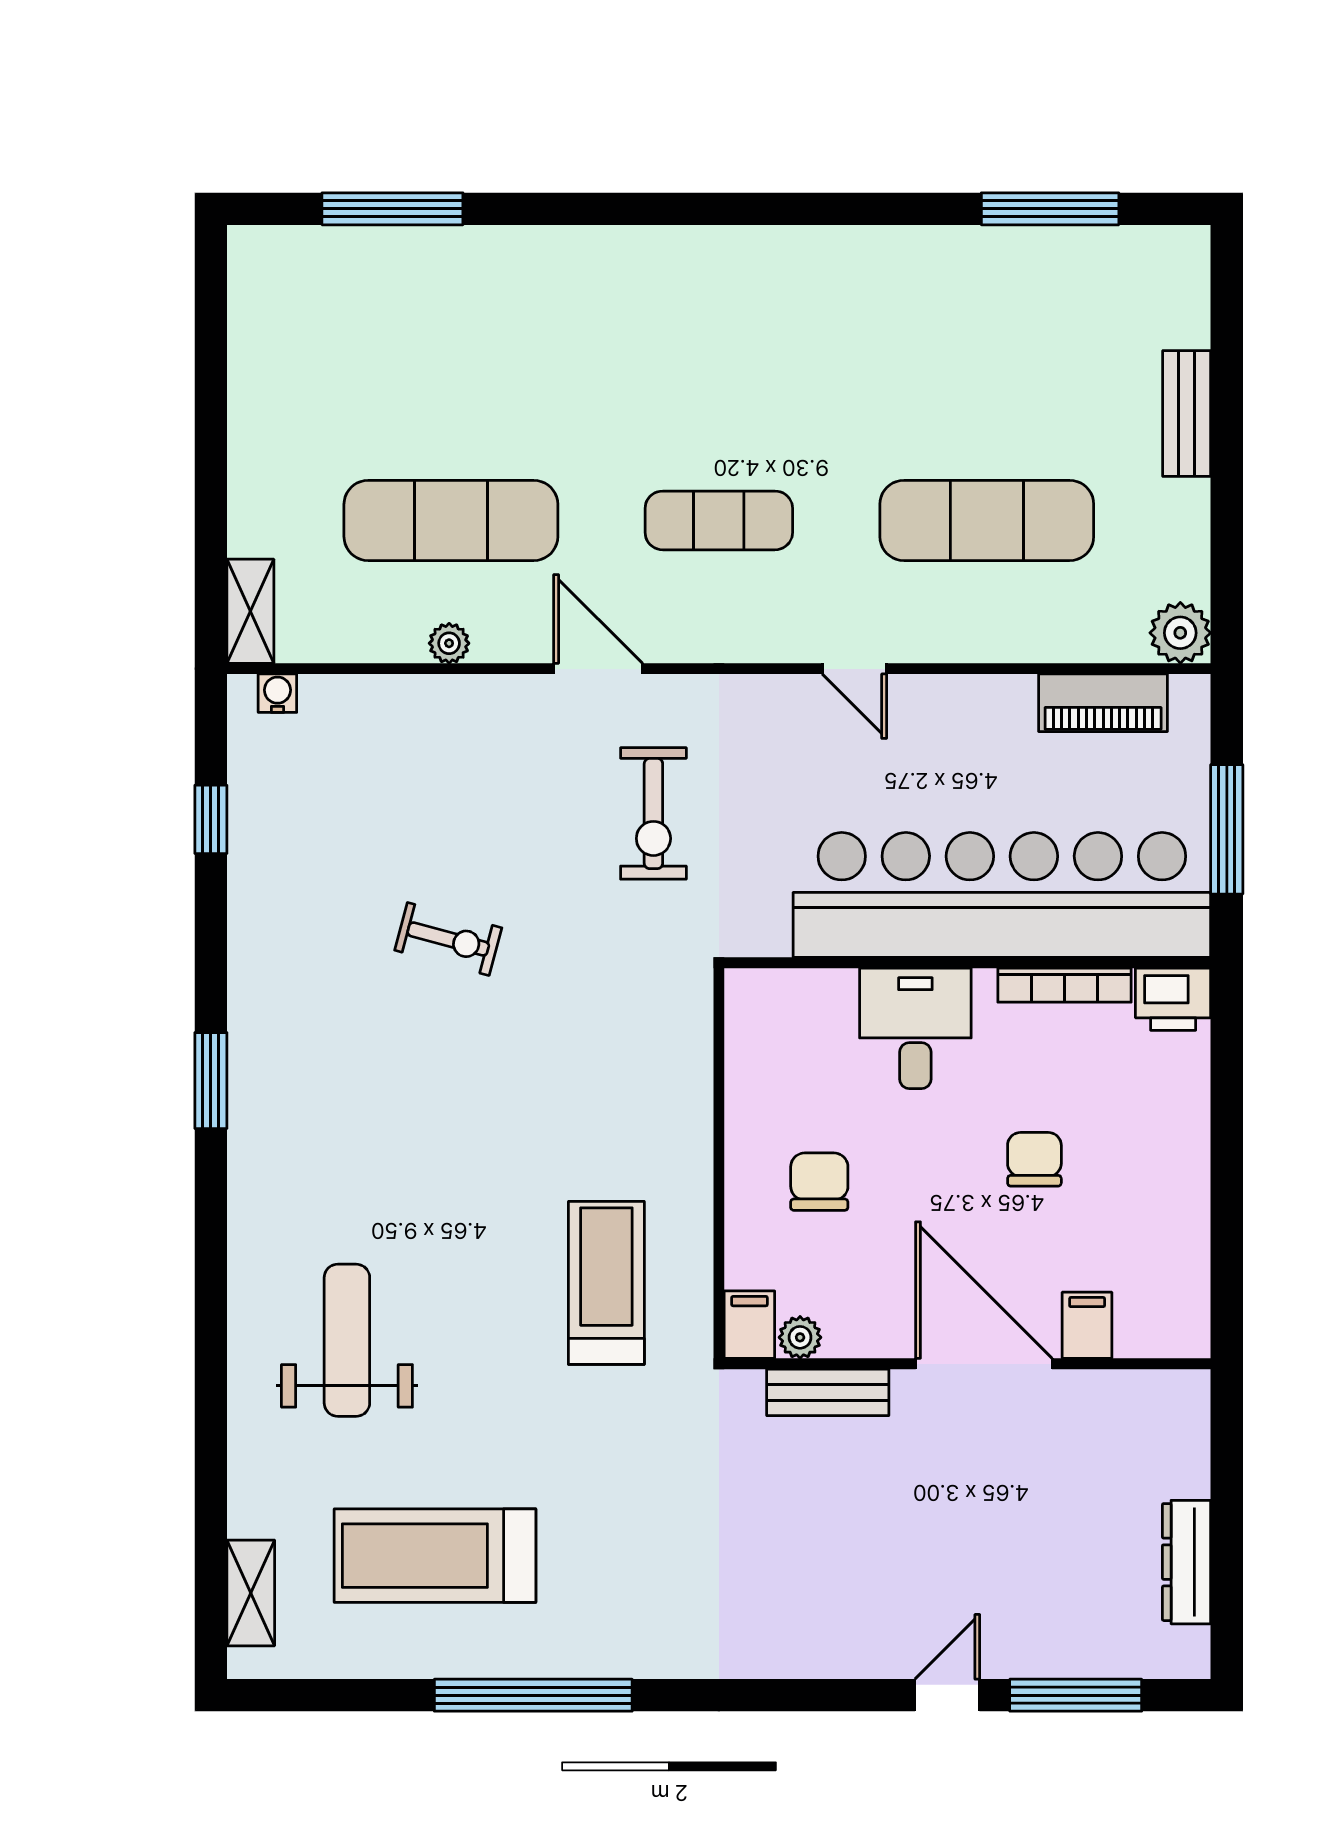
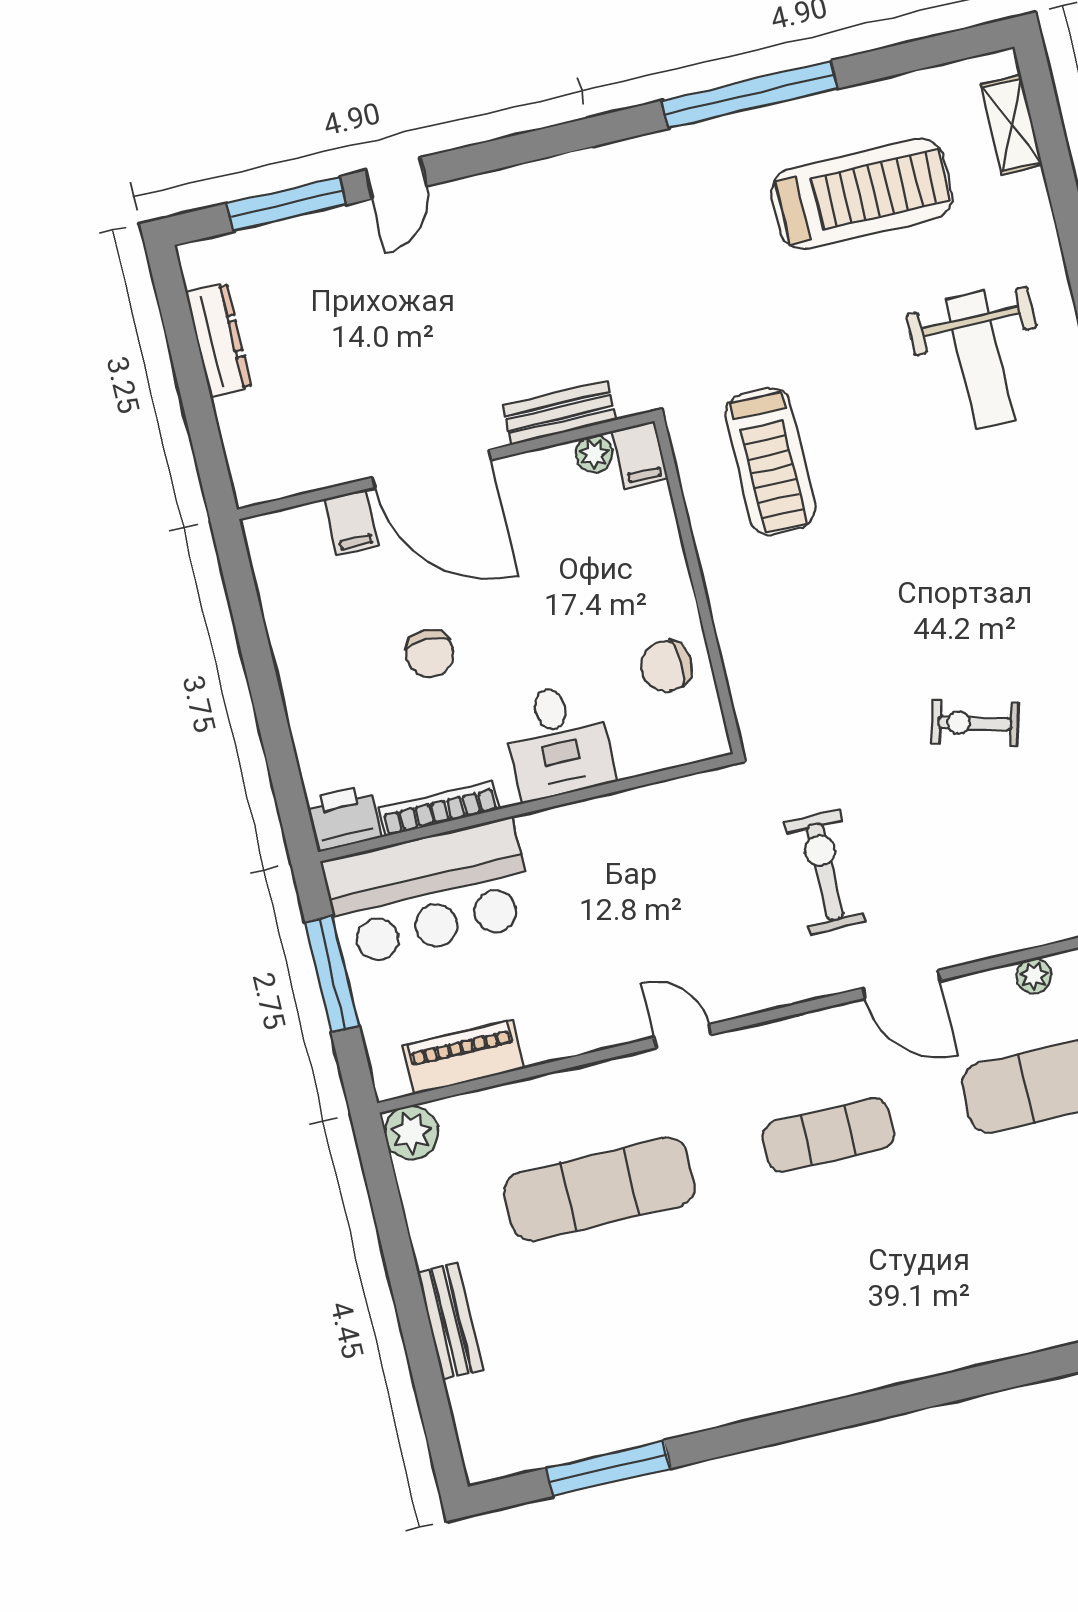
bar counter: (1002, 895) -> (429, 892), width x0.54
chair: (819, 1182) -> (666, 666), moved, turned 87

